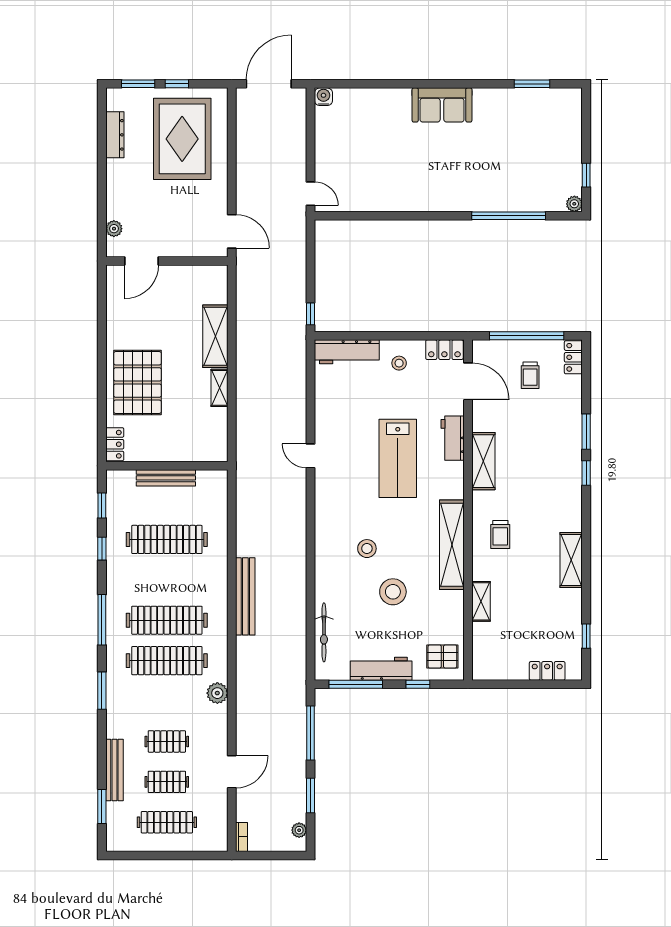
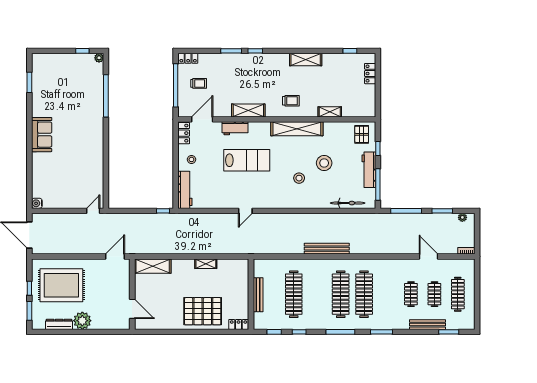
plant: (114, 229) -> (82, 321), moved, width x1.88, depth x1.88
shelving: (215, 336) -> (153, 266), moved
plant: (217, 693) -> (383, 265), removed

